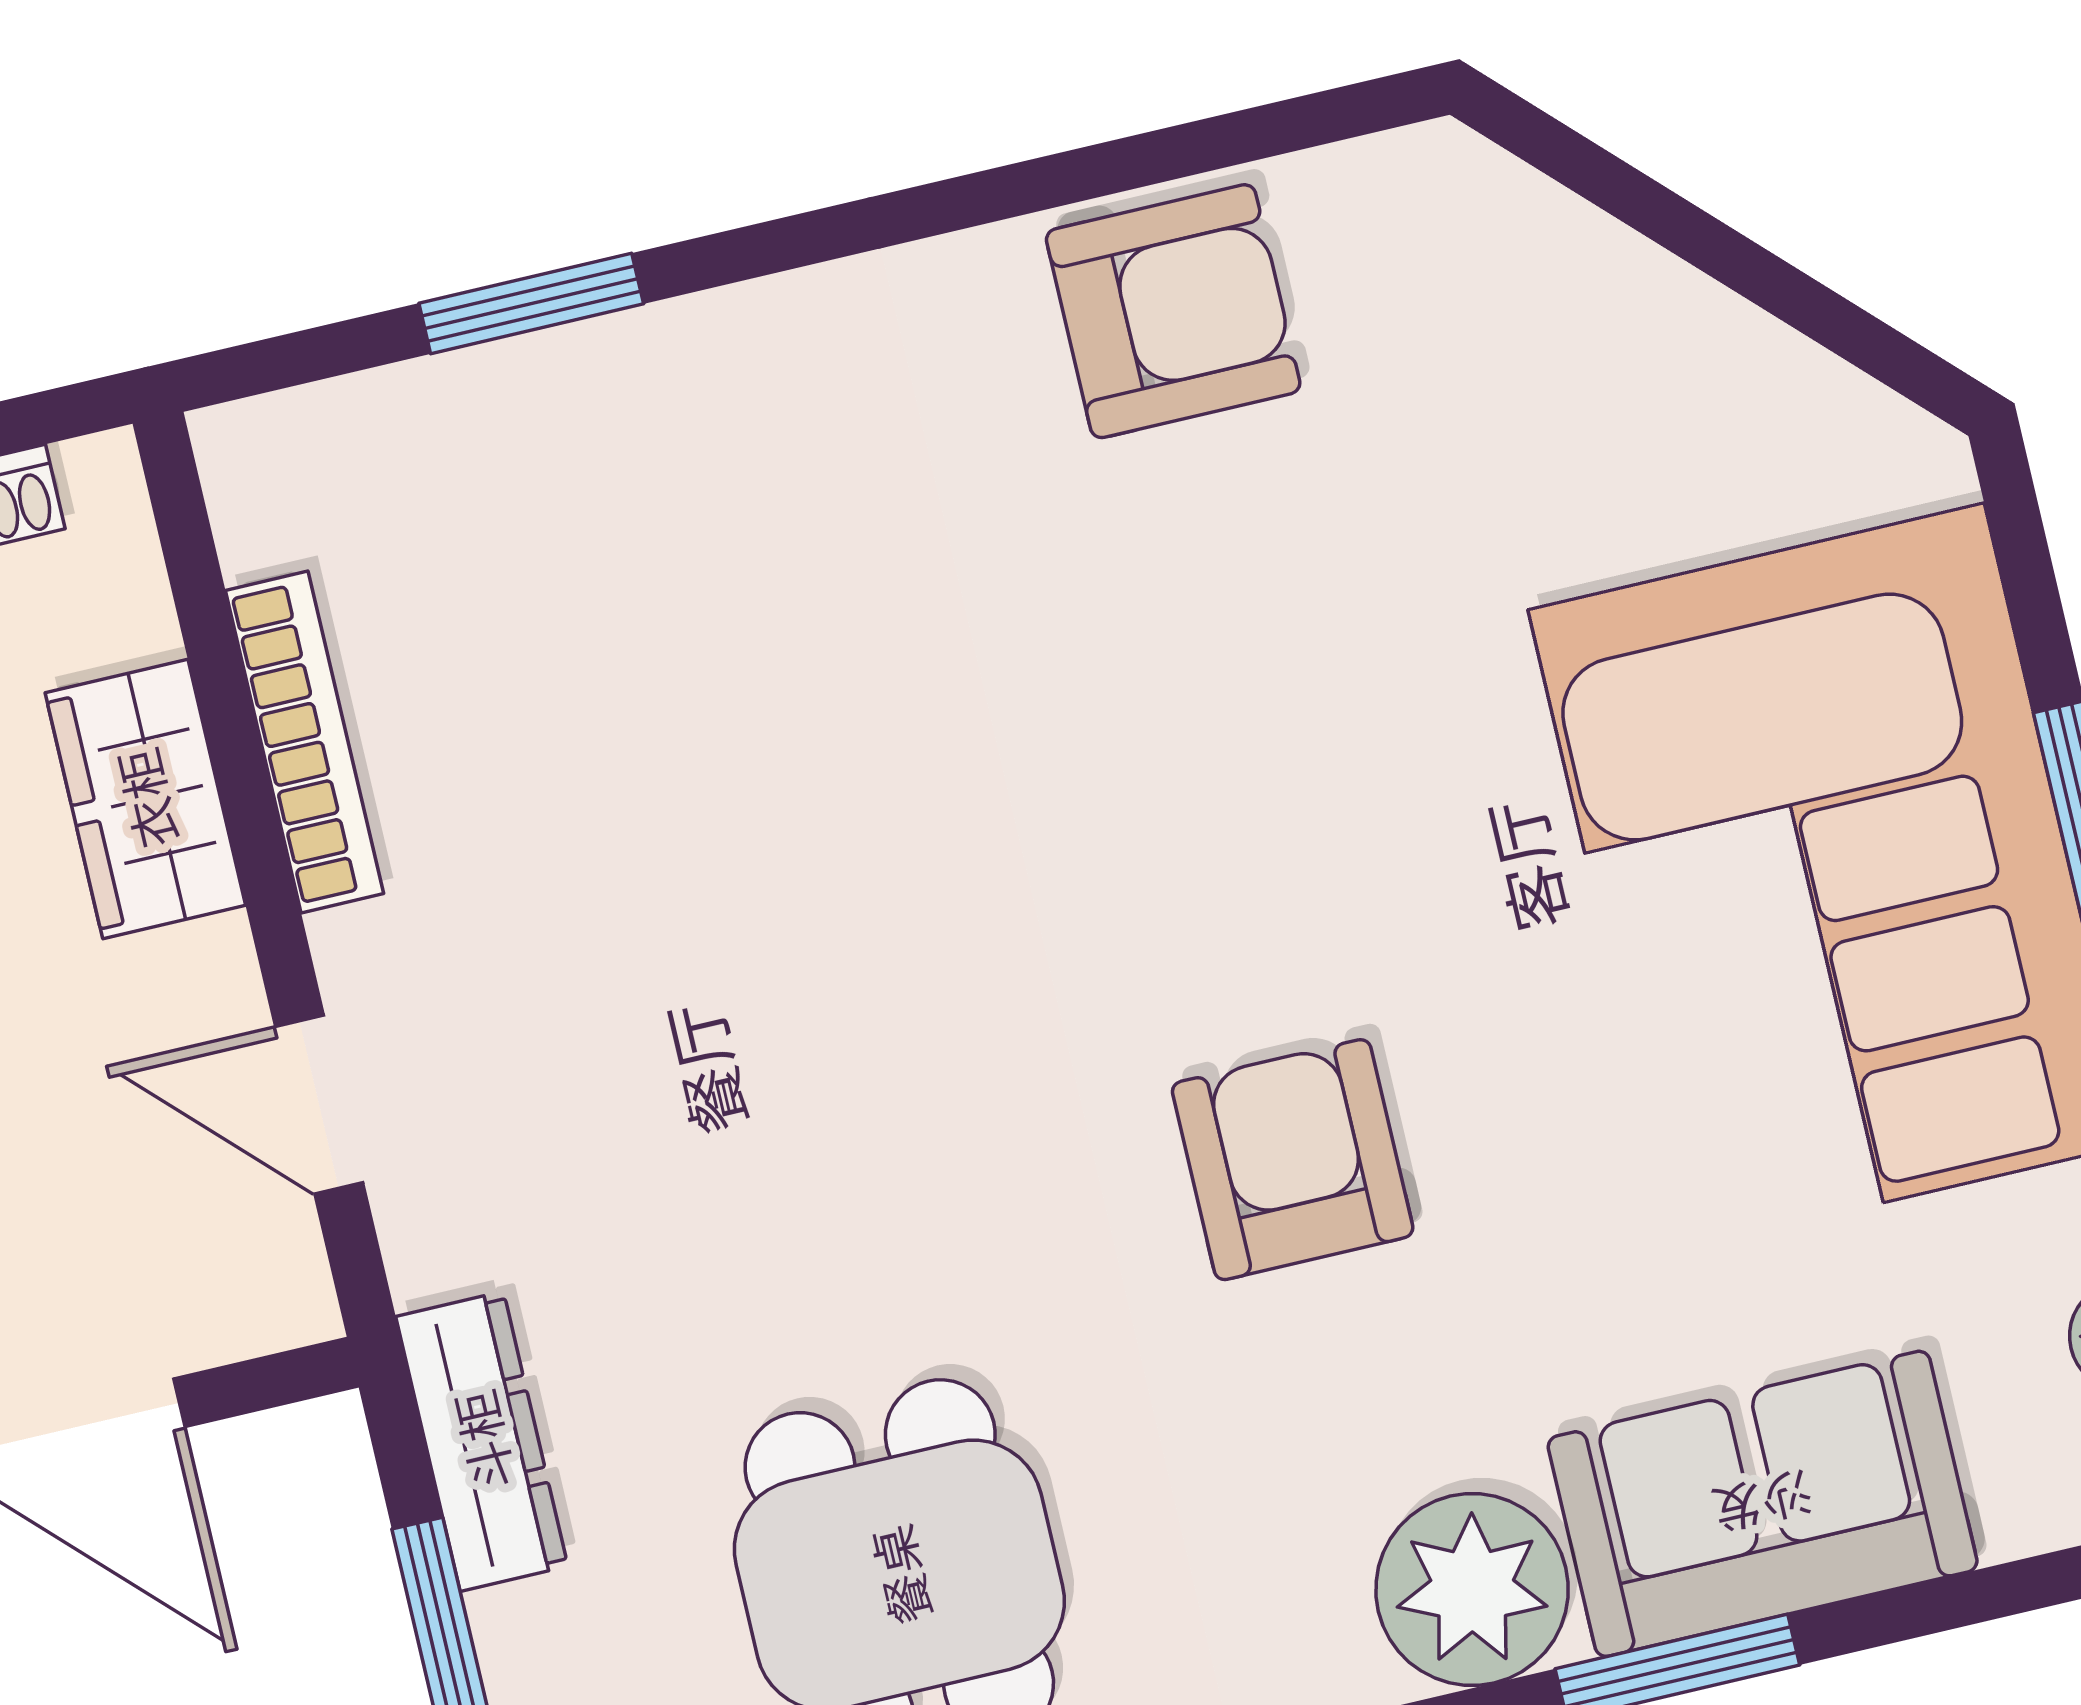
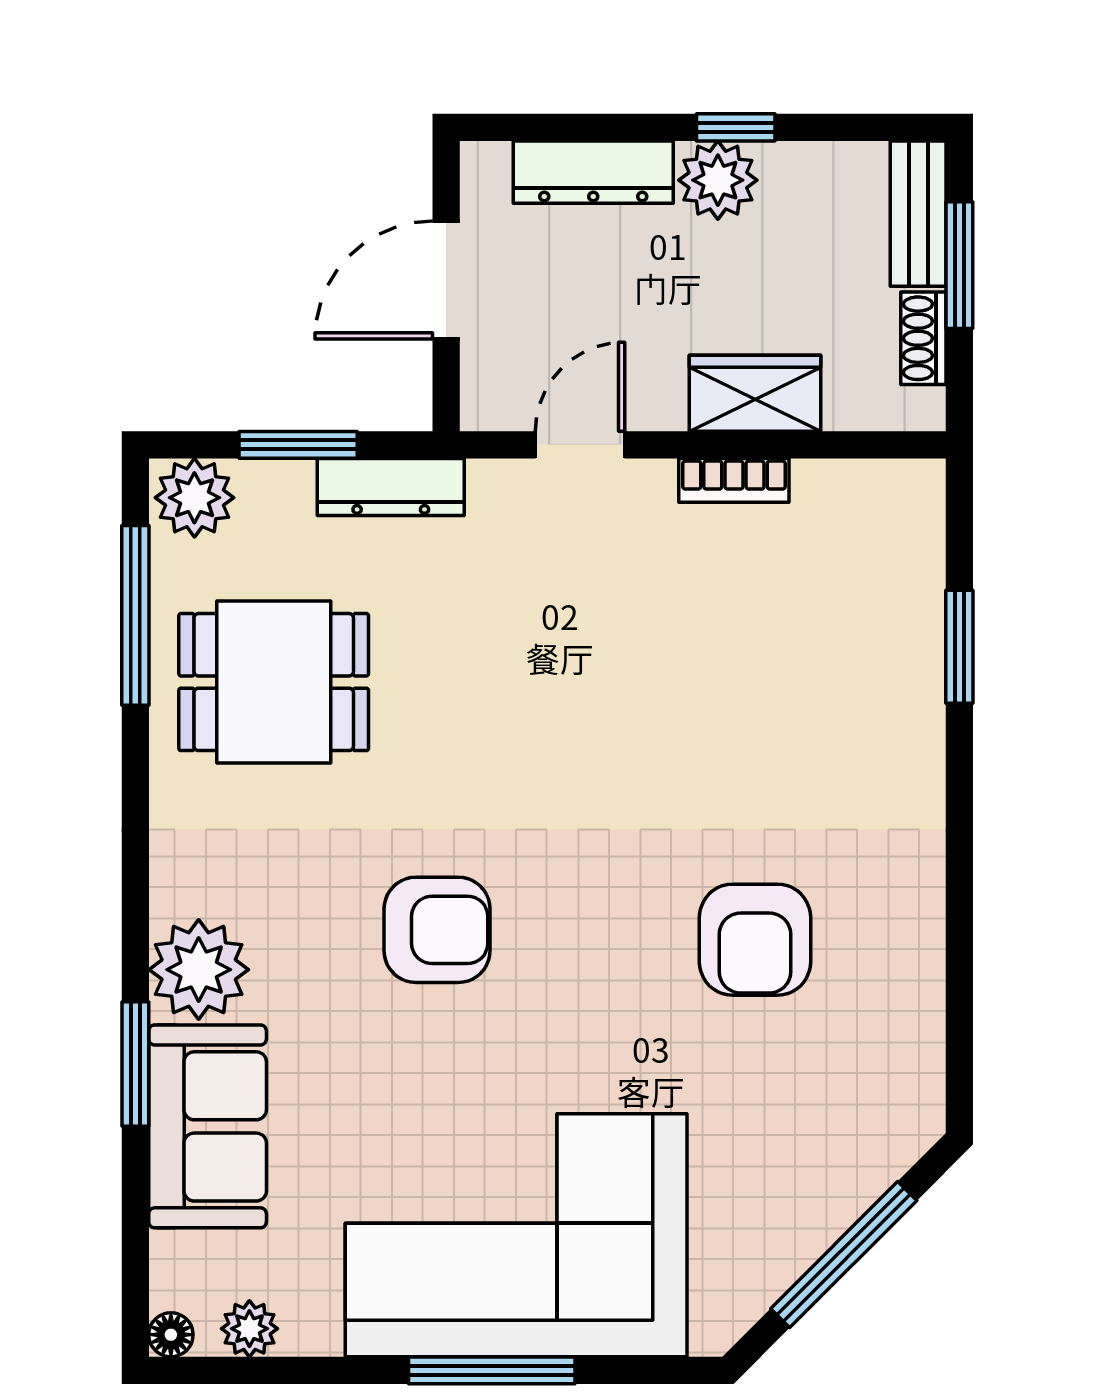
window: (1723, 253) -> (844, 1255), added
armchair: (1173, 311) -> (755, 940), moved
bookcase: (304, 742) -> (734, 480), width x0.64

